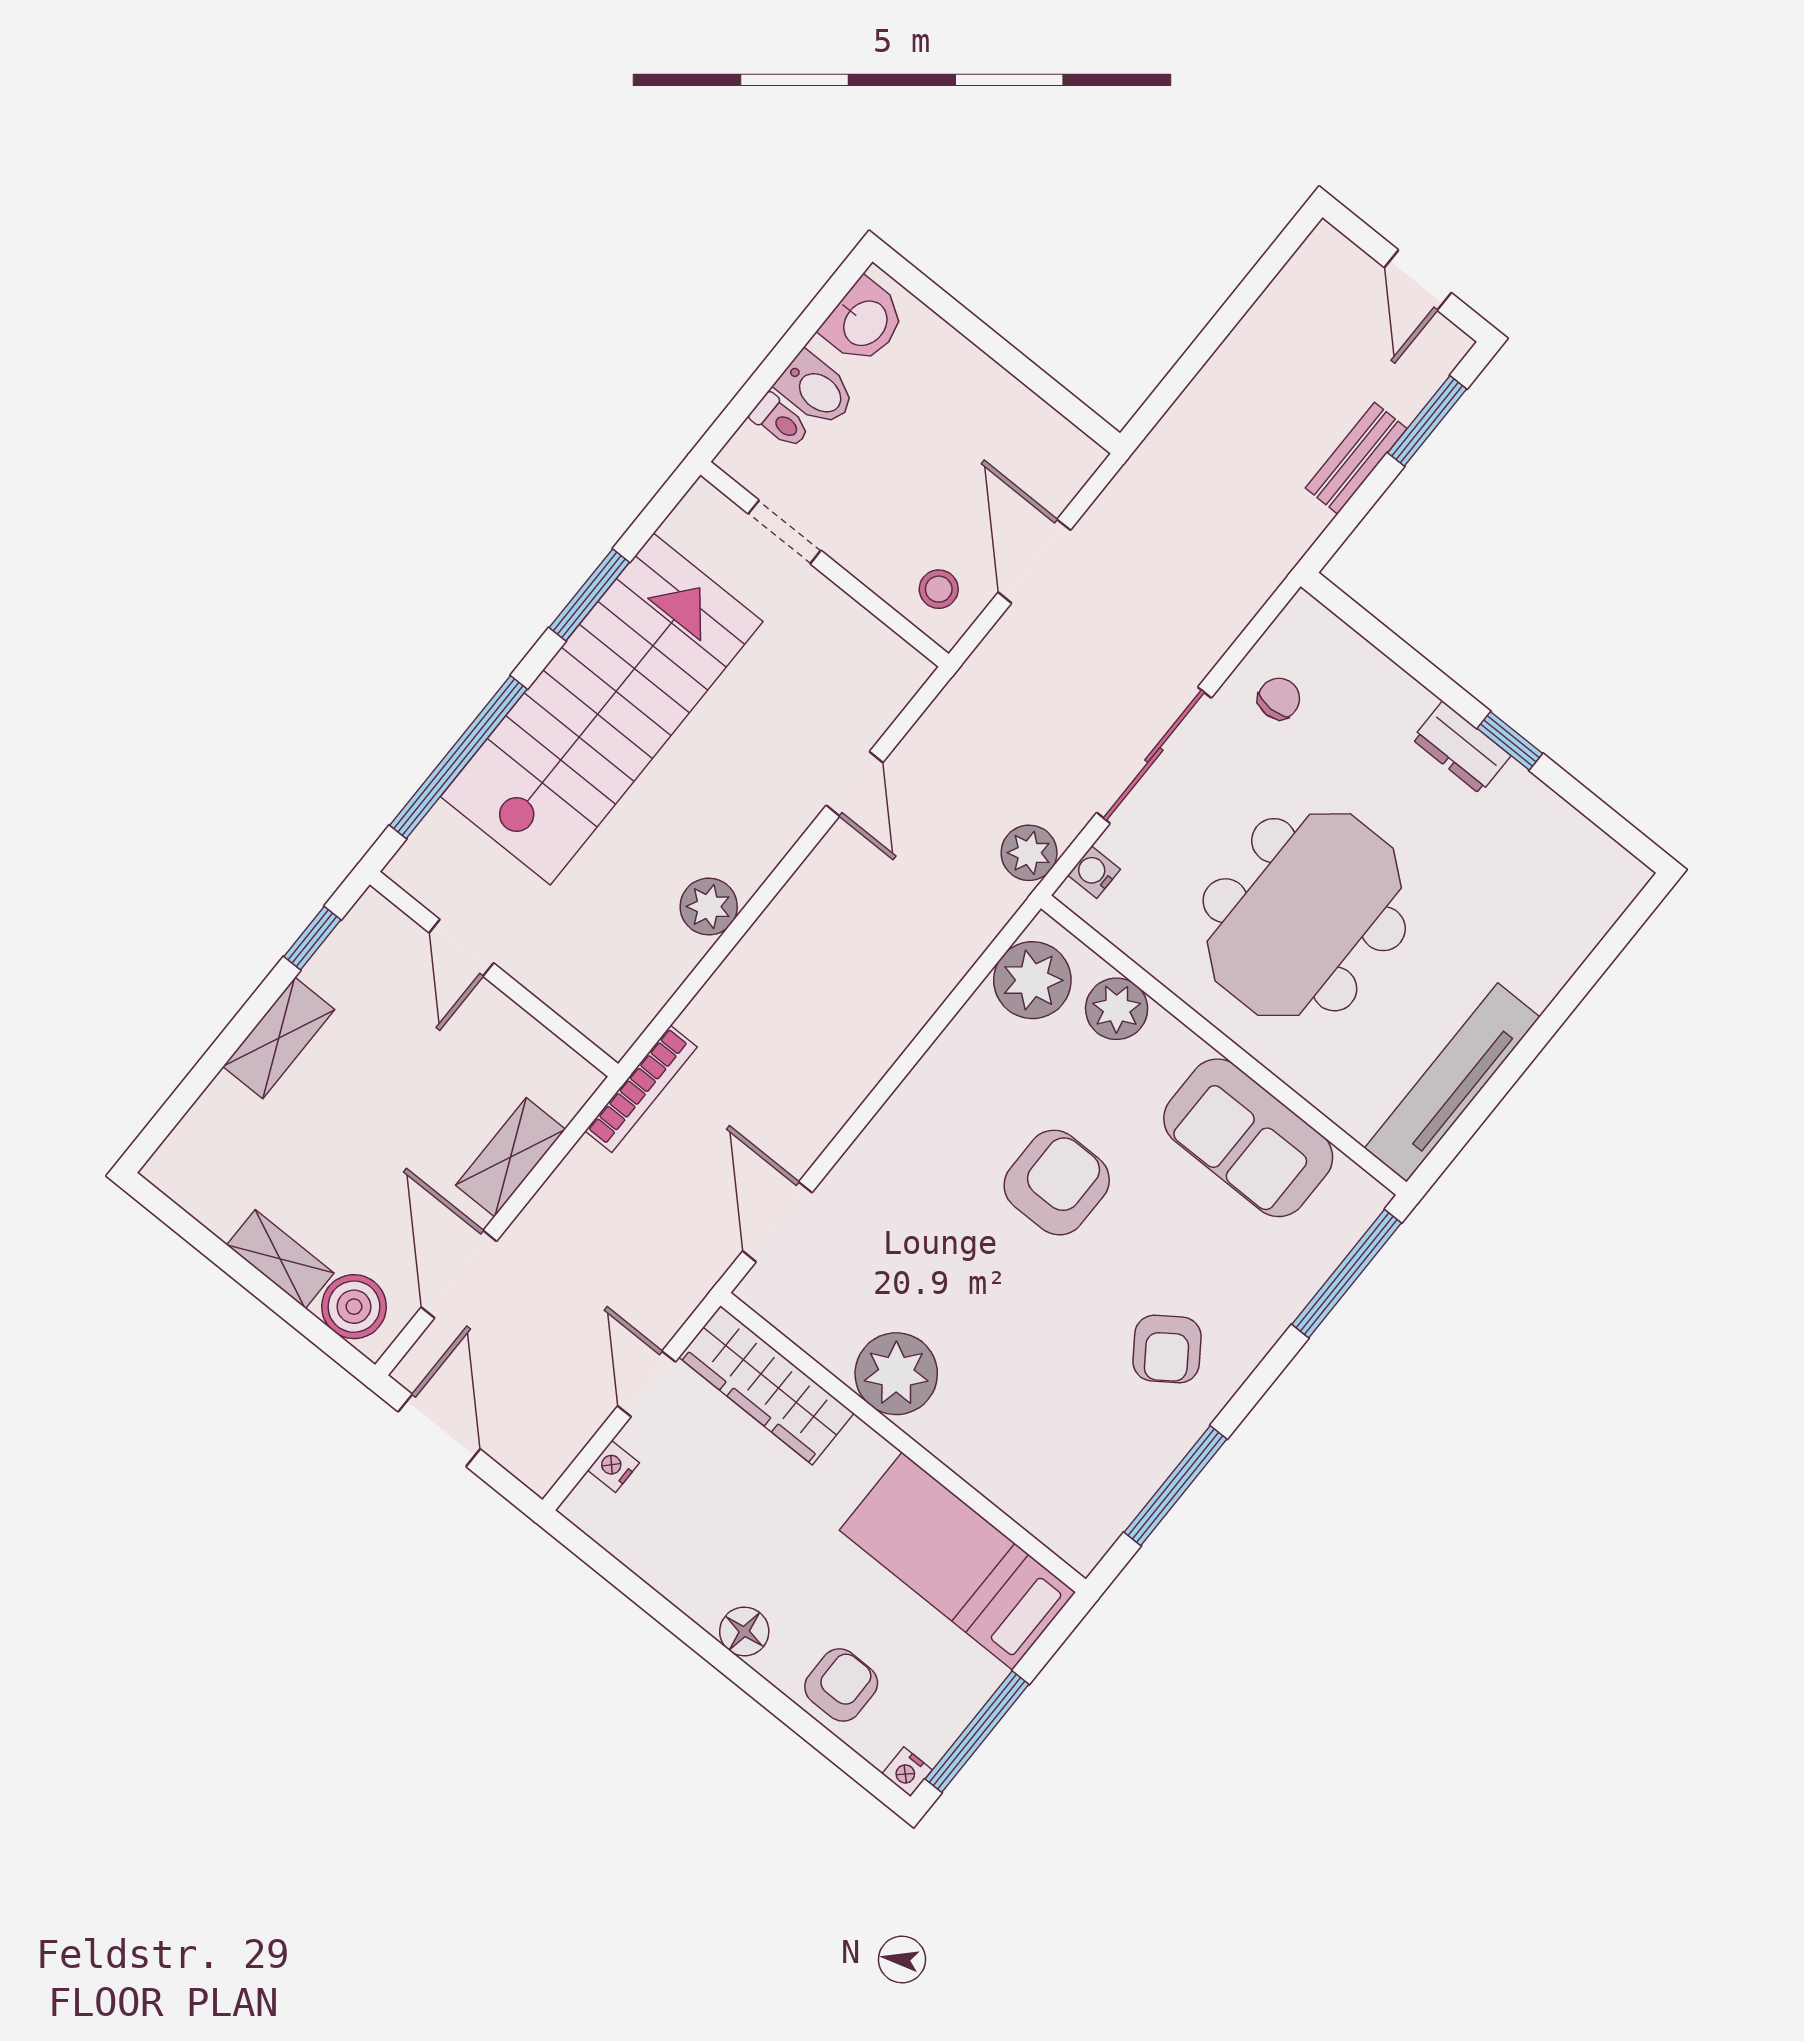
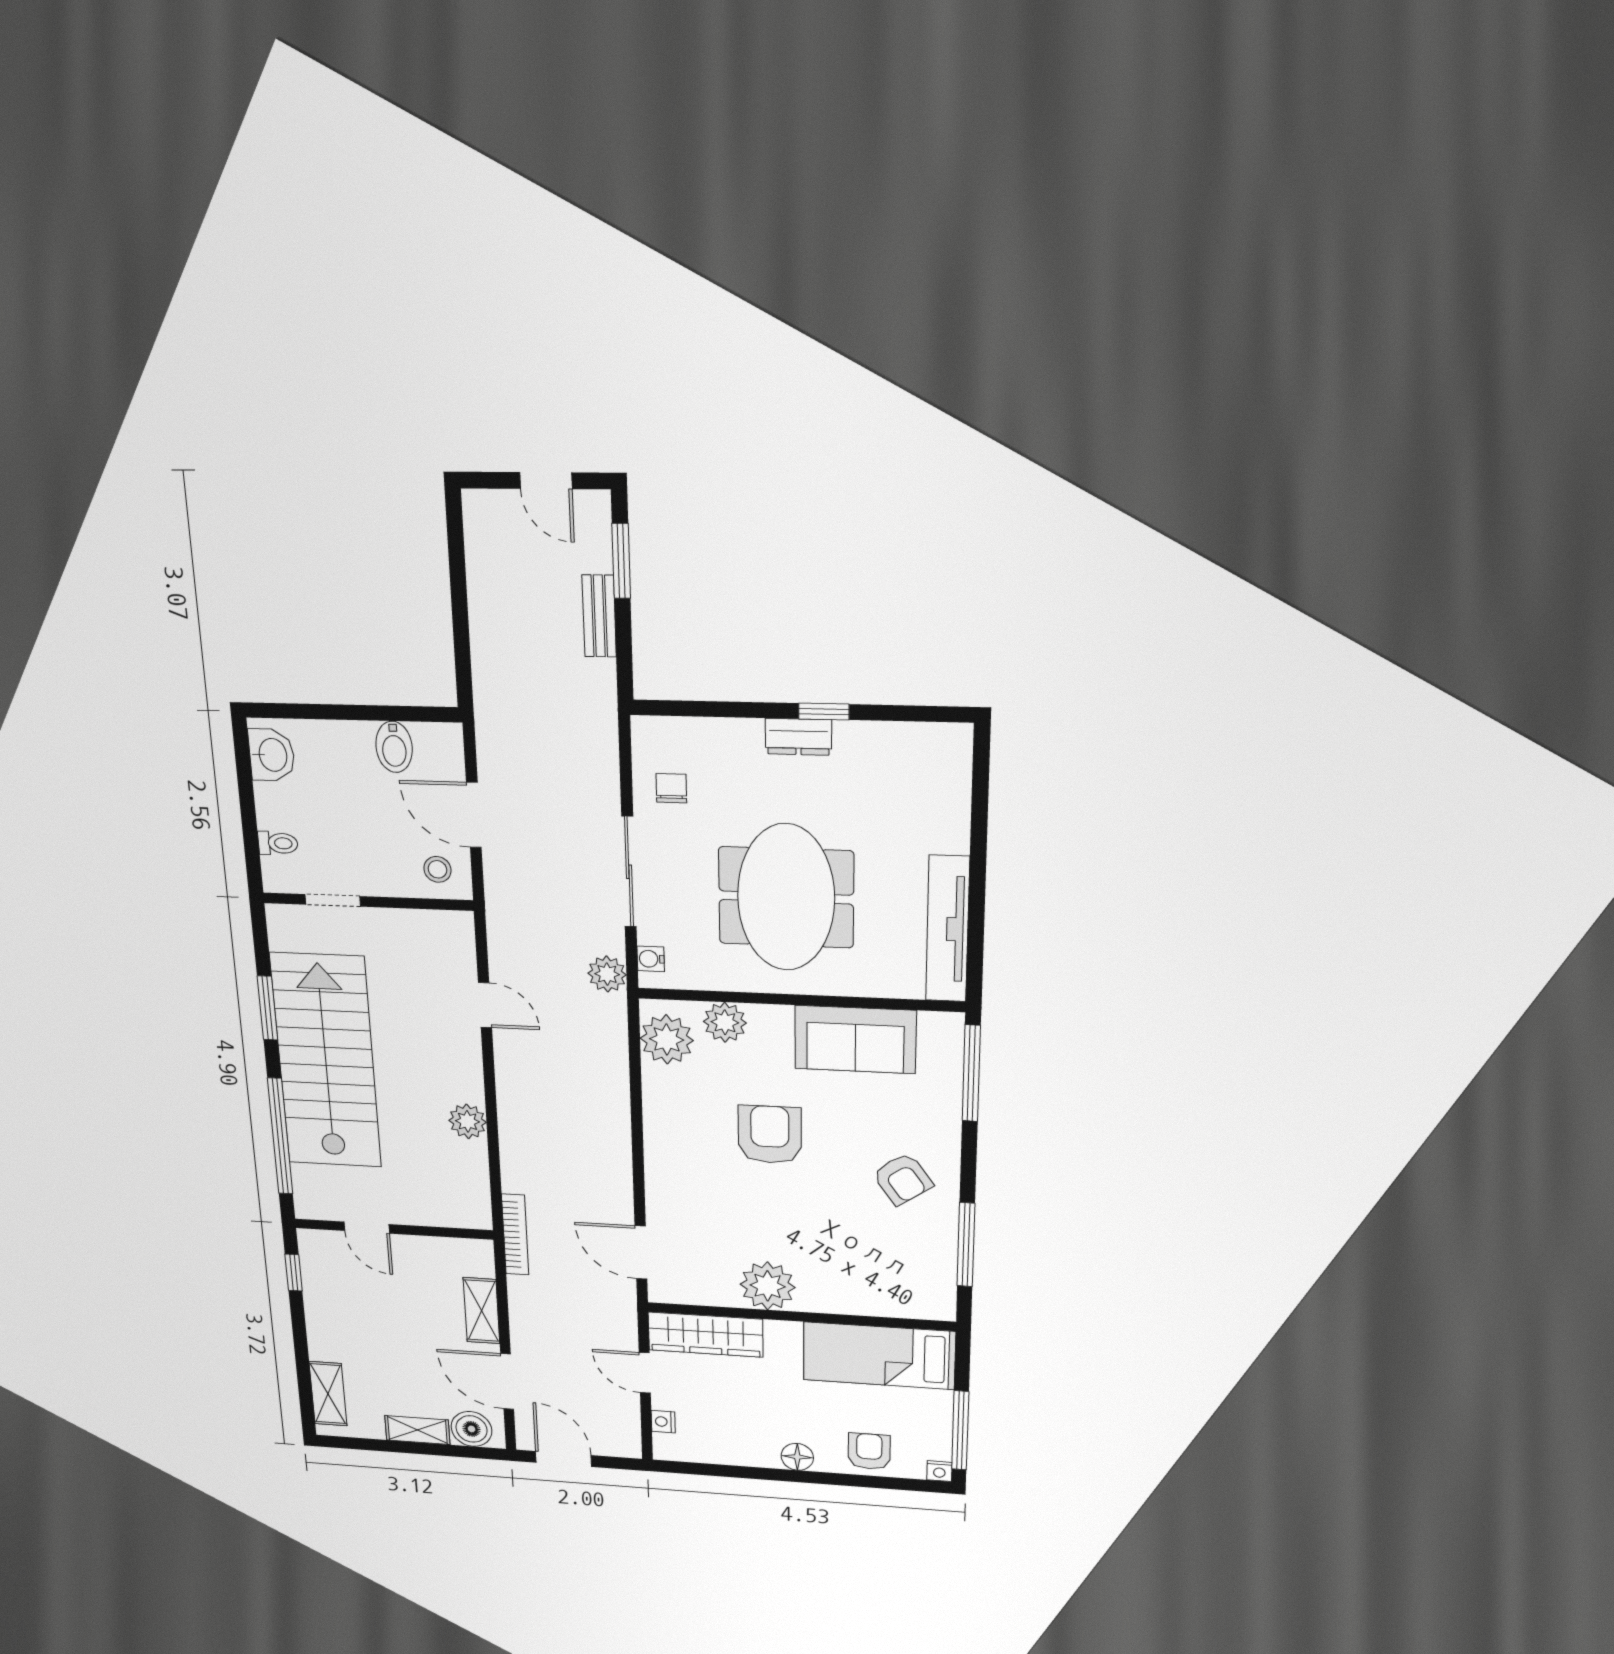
bidet: (816, 390) -> (394, 747), moved, turned 90
shelving: (279, 1038) -> (328, 1394), moved

